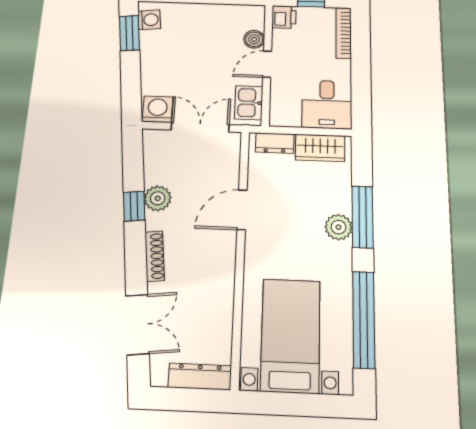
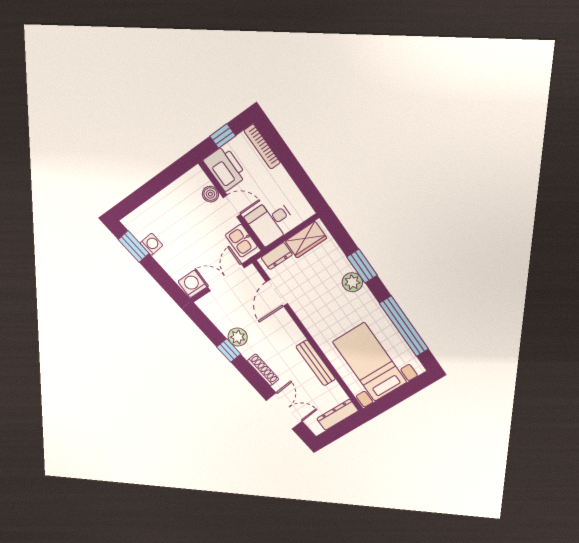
printer: (284, 17) -> (225, 168), width x1.87, depth x1.48
washing machine: (149, 20) -> (151, 244), moved
door: (267, 64) -> (232, 206), swing flipped
desk: (327, 104) -> (271, 221), moved, turned 90
door: (242, 210) -> (277, 293), moved
window: (362, 217) -> (362, 266), width x0.69
bench: (224, 291) -> (316, 363), added

